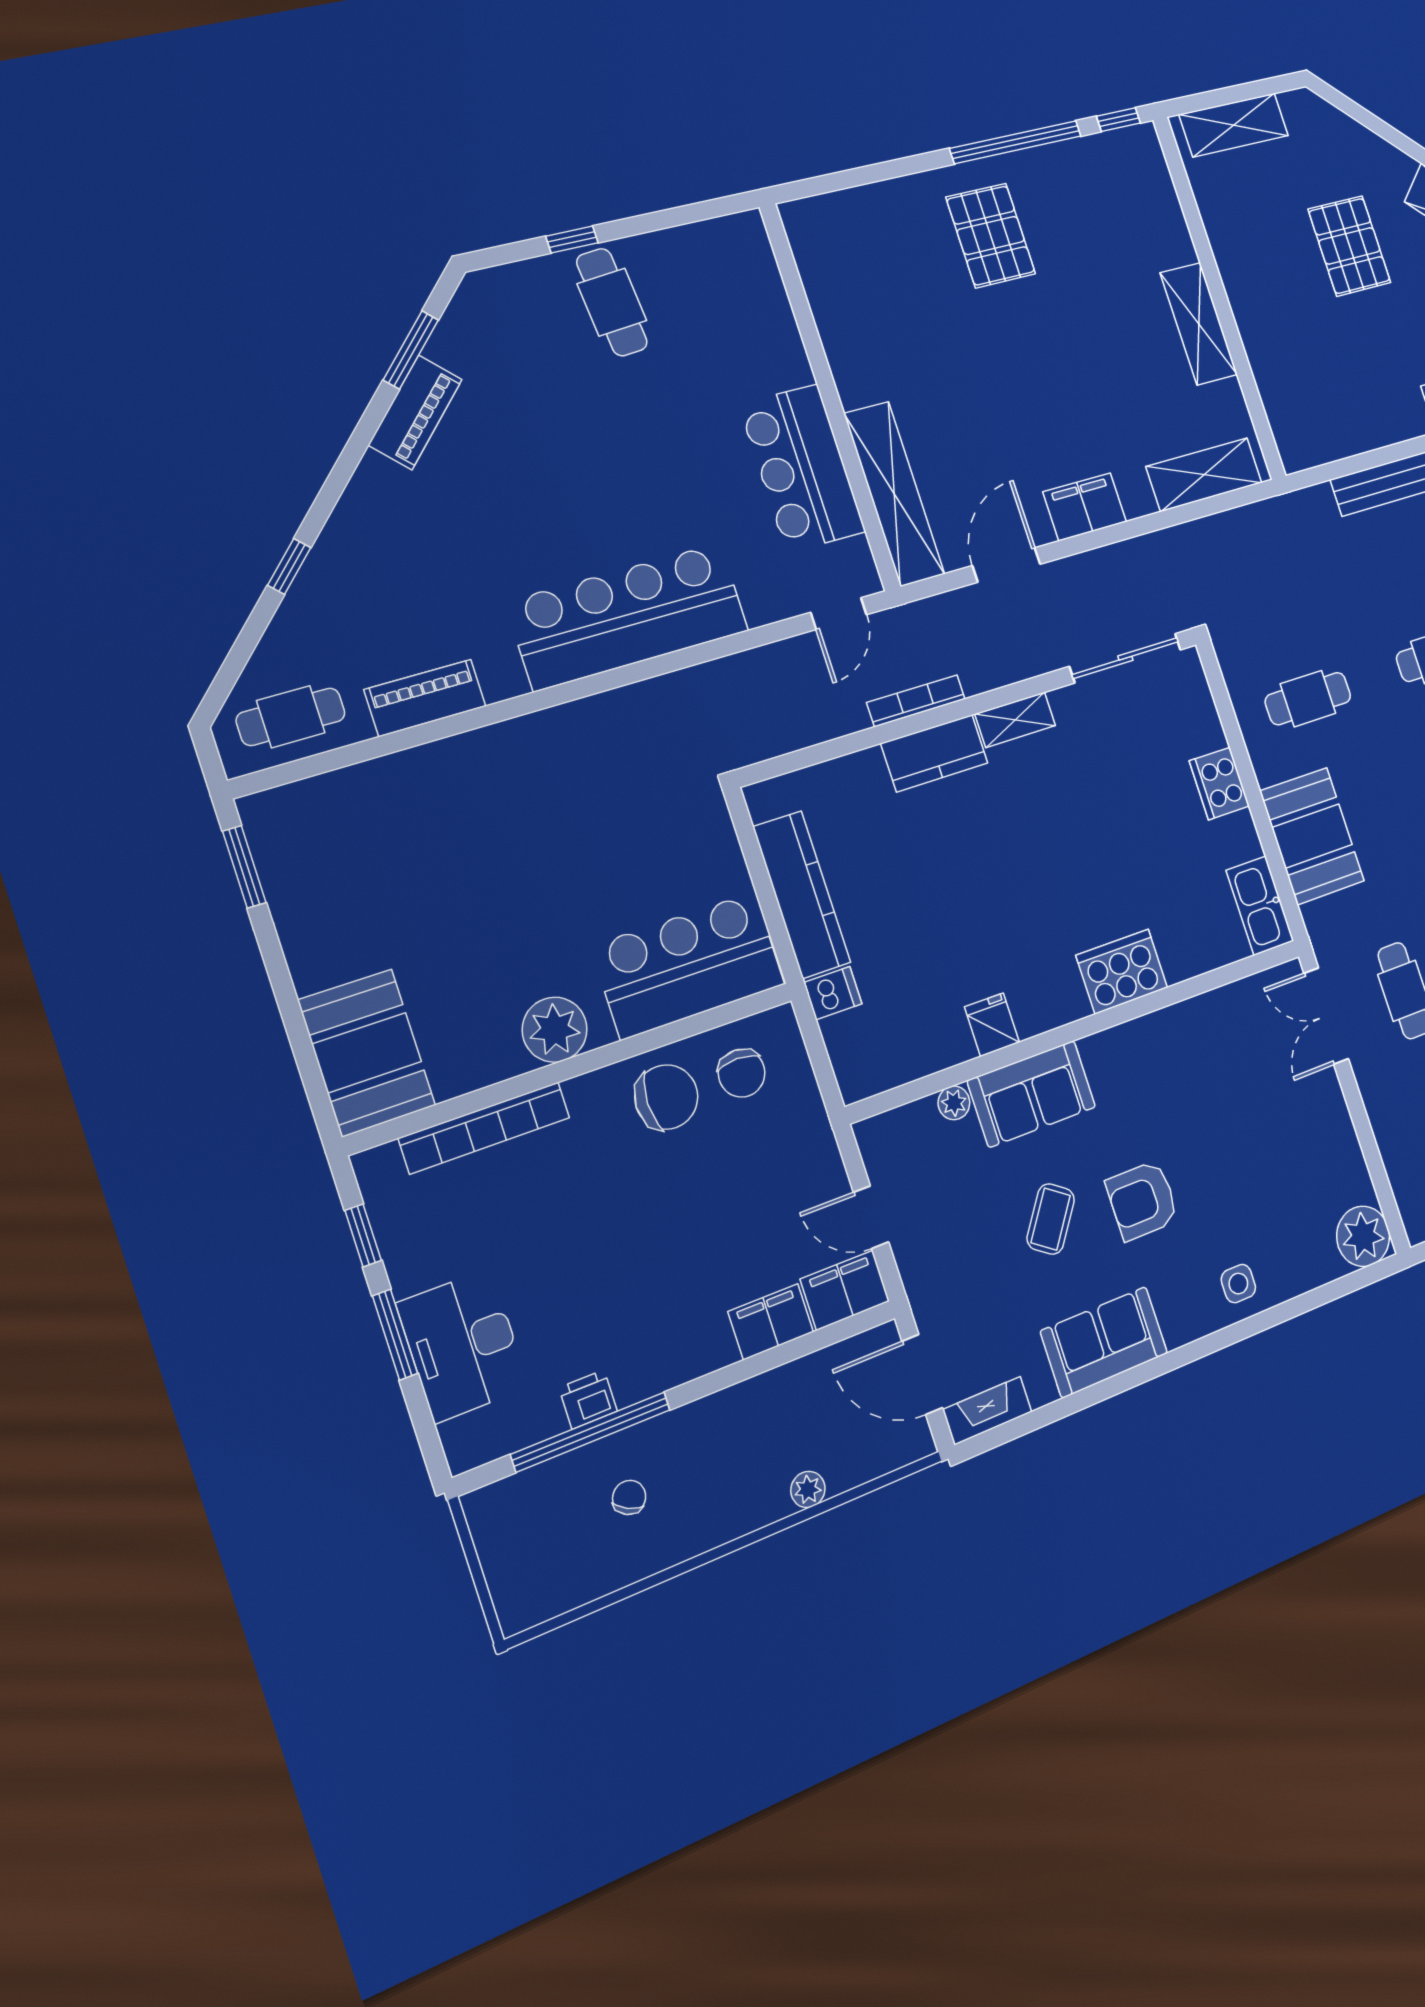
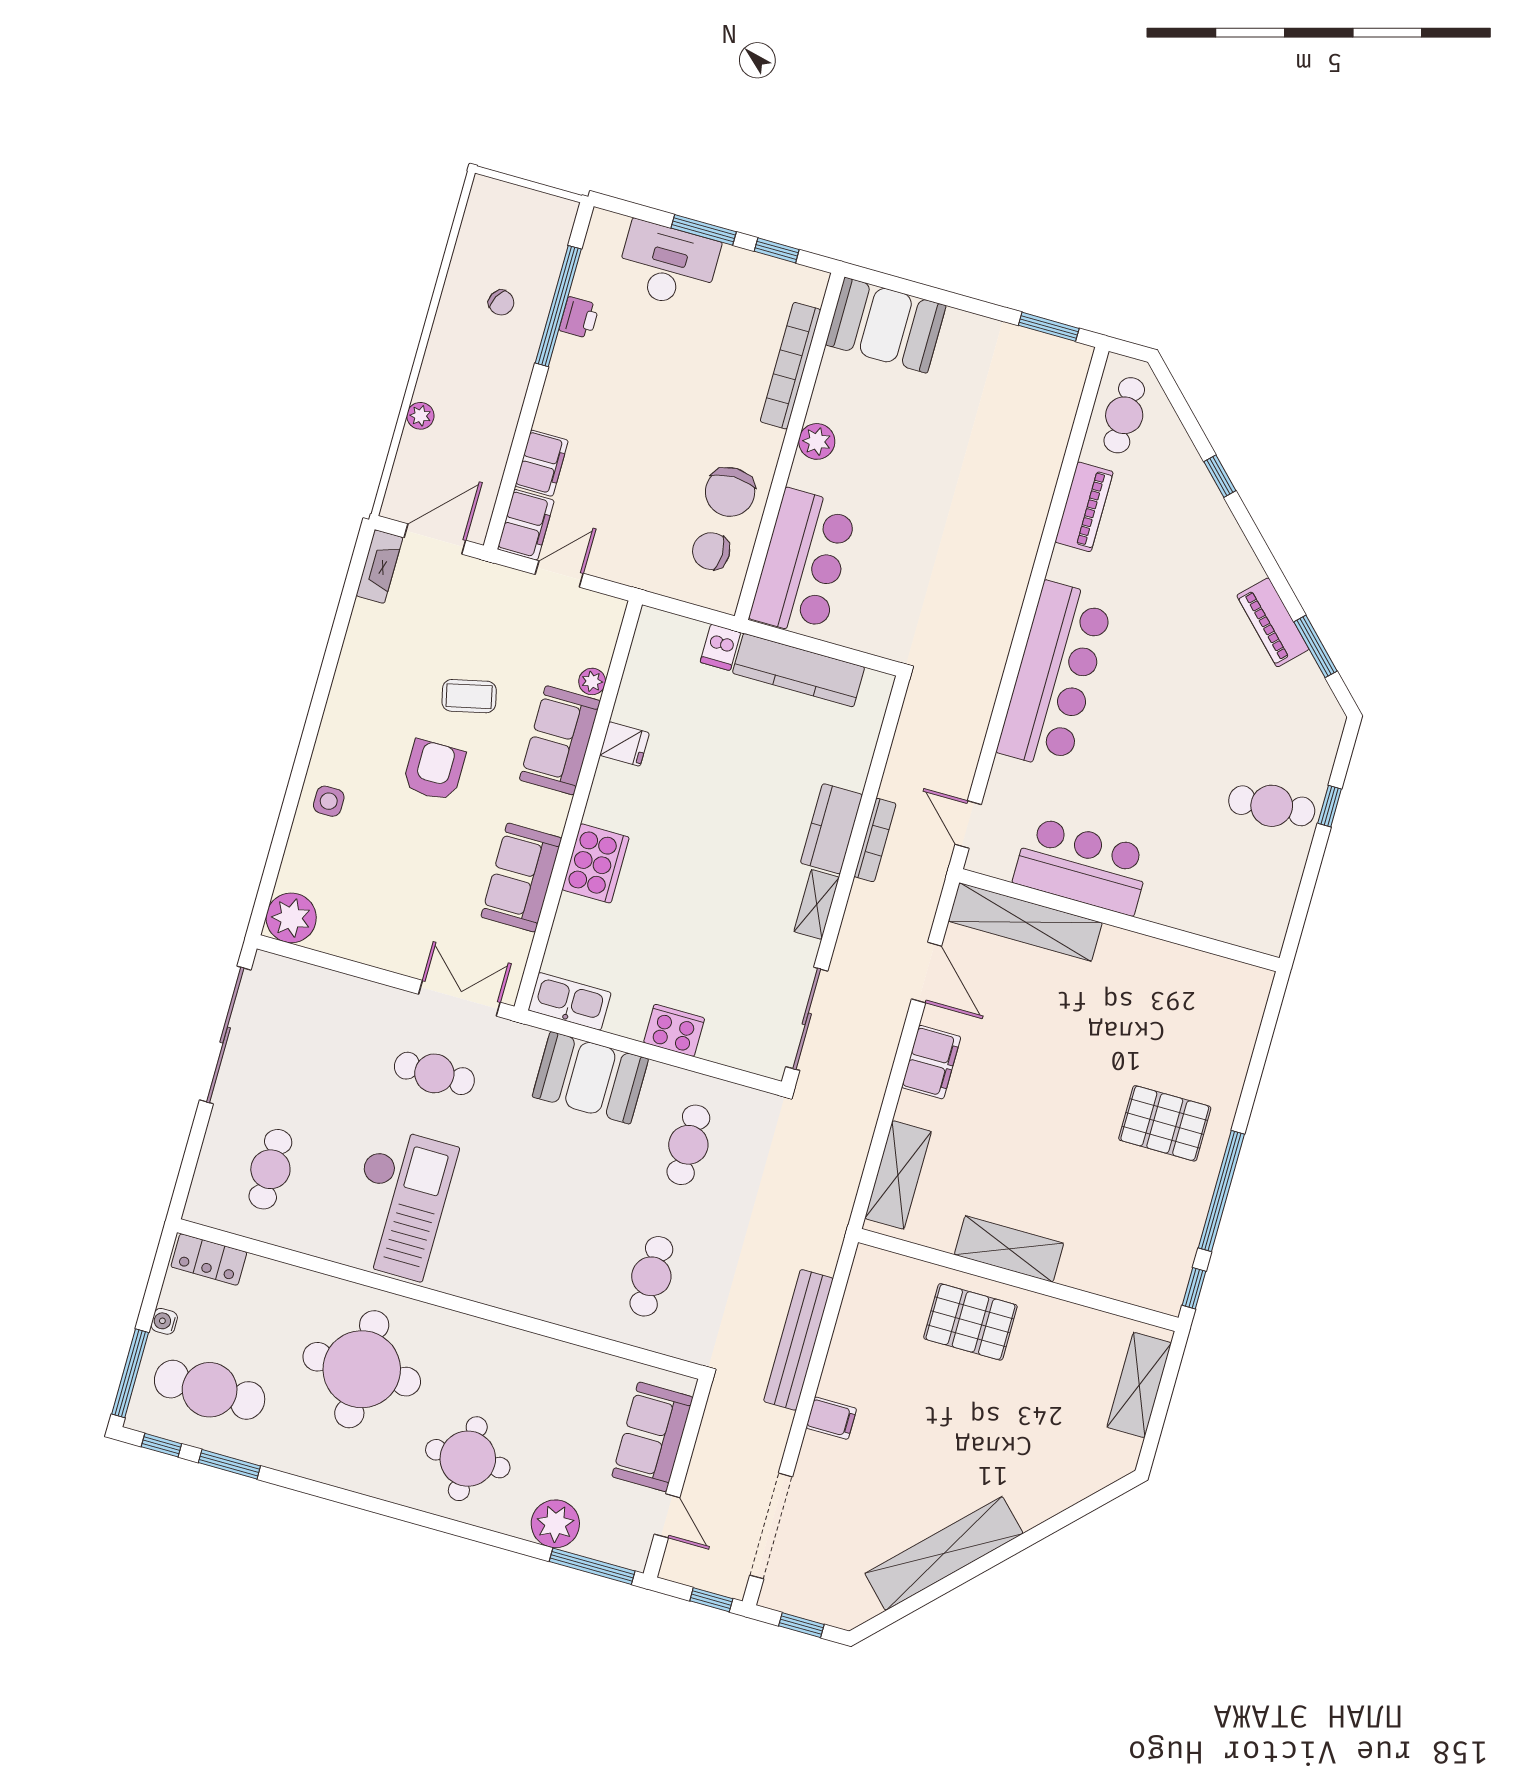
pallet: (1349, 246) -> (970, 1322), moved
plant: (555, 1030) -> (817, 441), width x0.73, depth x0.73
coffee table: (1051, 1219) -> (469, 696), turned -48
sofa: (1104, 1342) -> (521, 877), moved, turned 180

